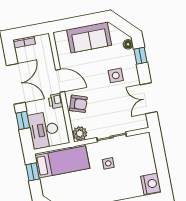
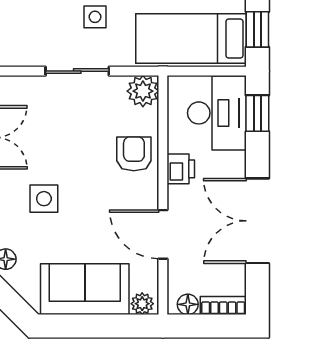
plant: (61, 36) -> (142, 304), added
floor lamp: (40, 40) -> (188, 304), added
door: (60, 81) -> (163, 234), moved
armchair: (78, 104) -> (134, 154), turned 71
window: (23, 120) -> (257, 113), moved

